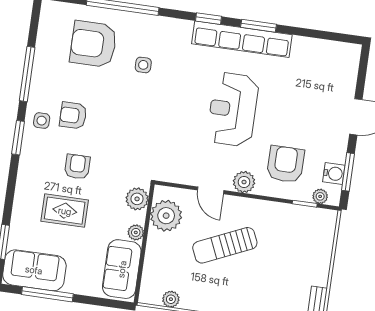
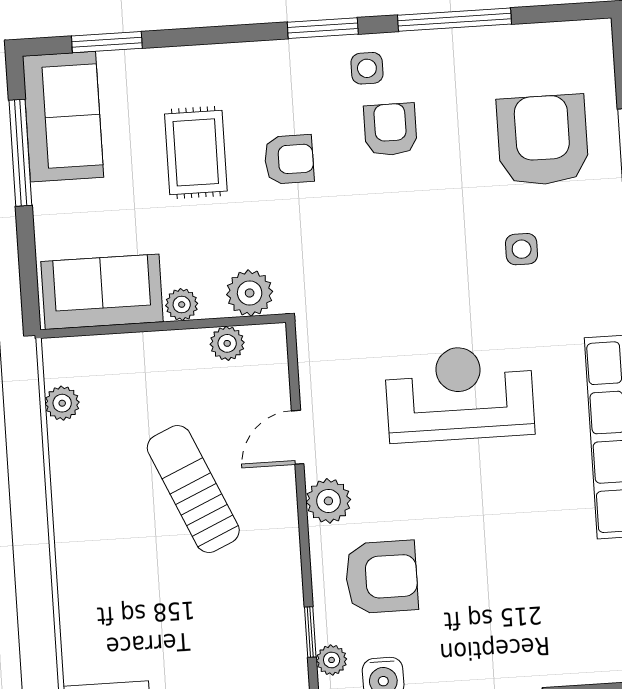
reception desk: (233, 109) -> (460, 393), moved
plant: (166, 216) -> (227, 343), width x0.53, depth x0.53

